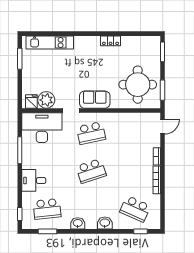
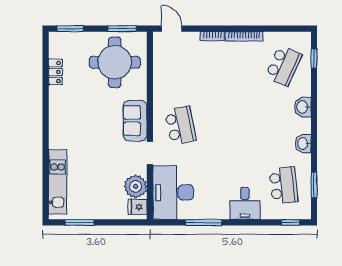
locker: (111, 41) -> (55, 72), moved
school desk: (91, 171) -> (232, 126), removed

